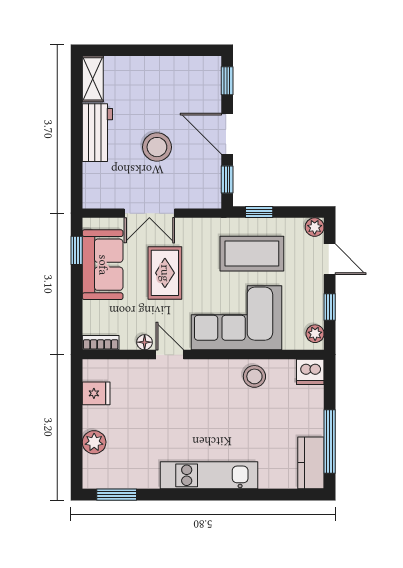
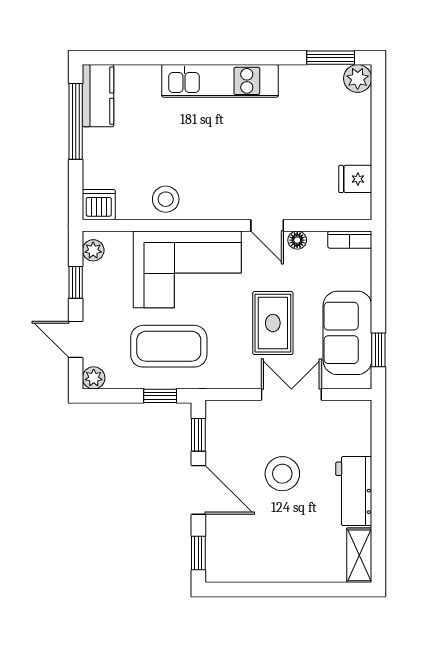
plant: (94, 442) -> (358, 78), moved

